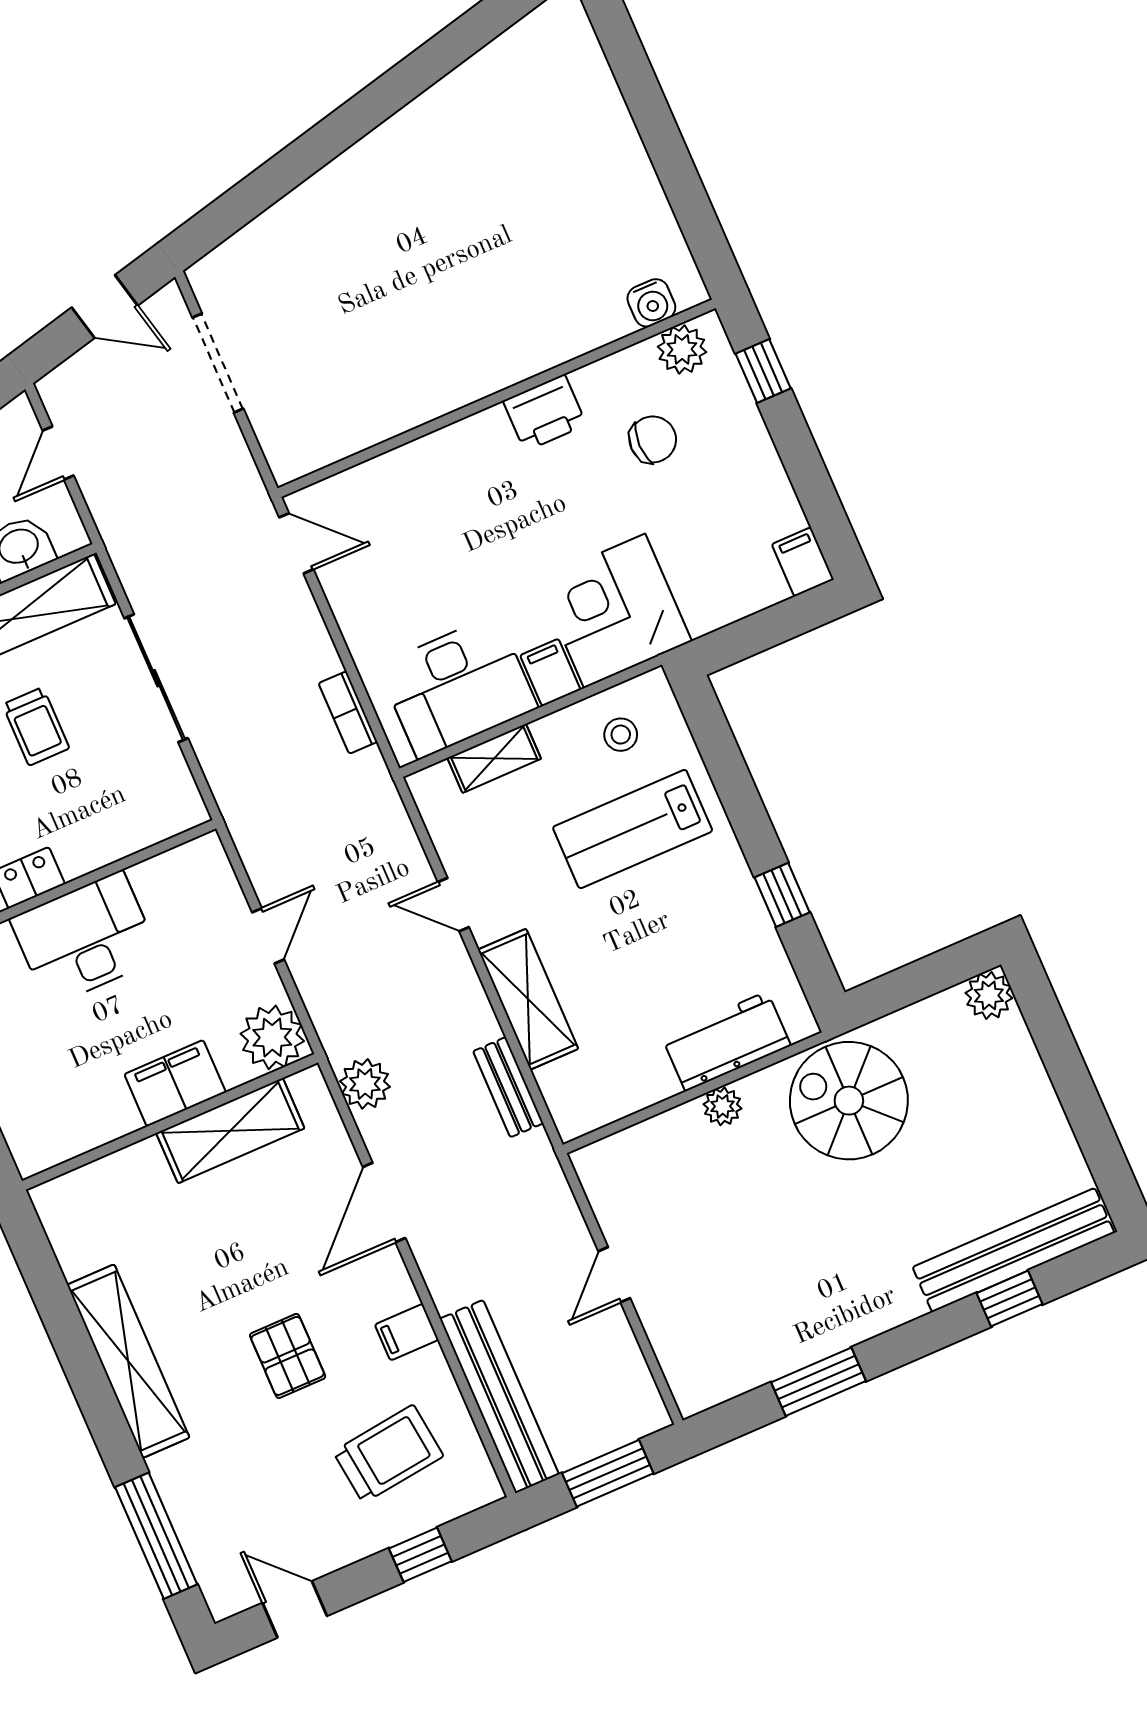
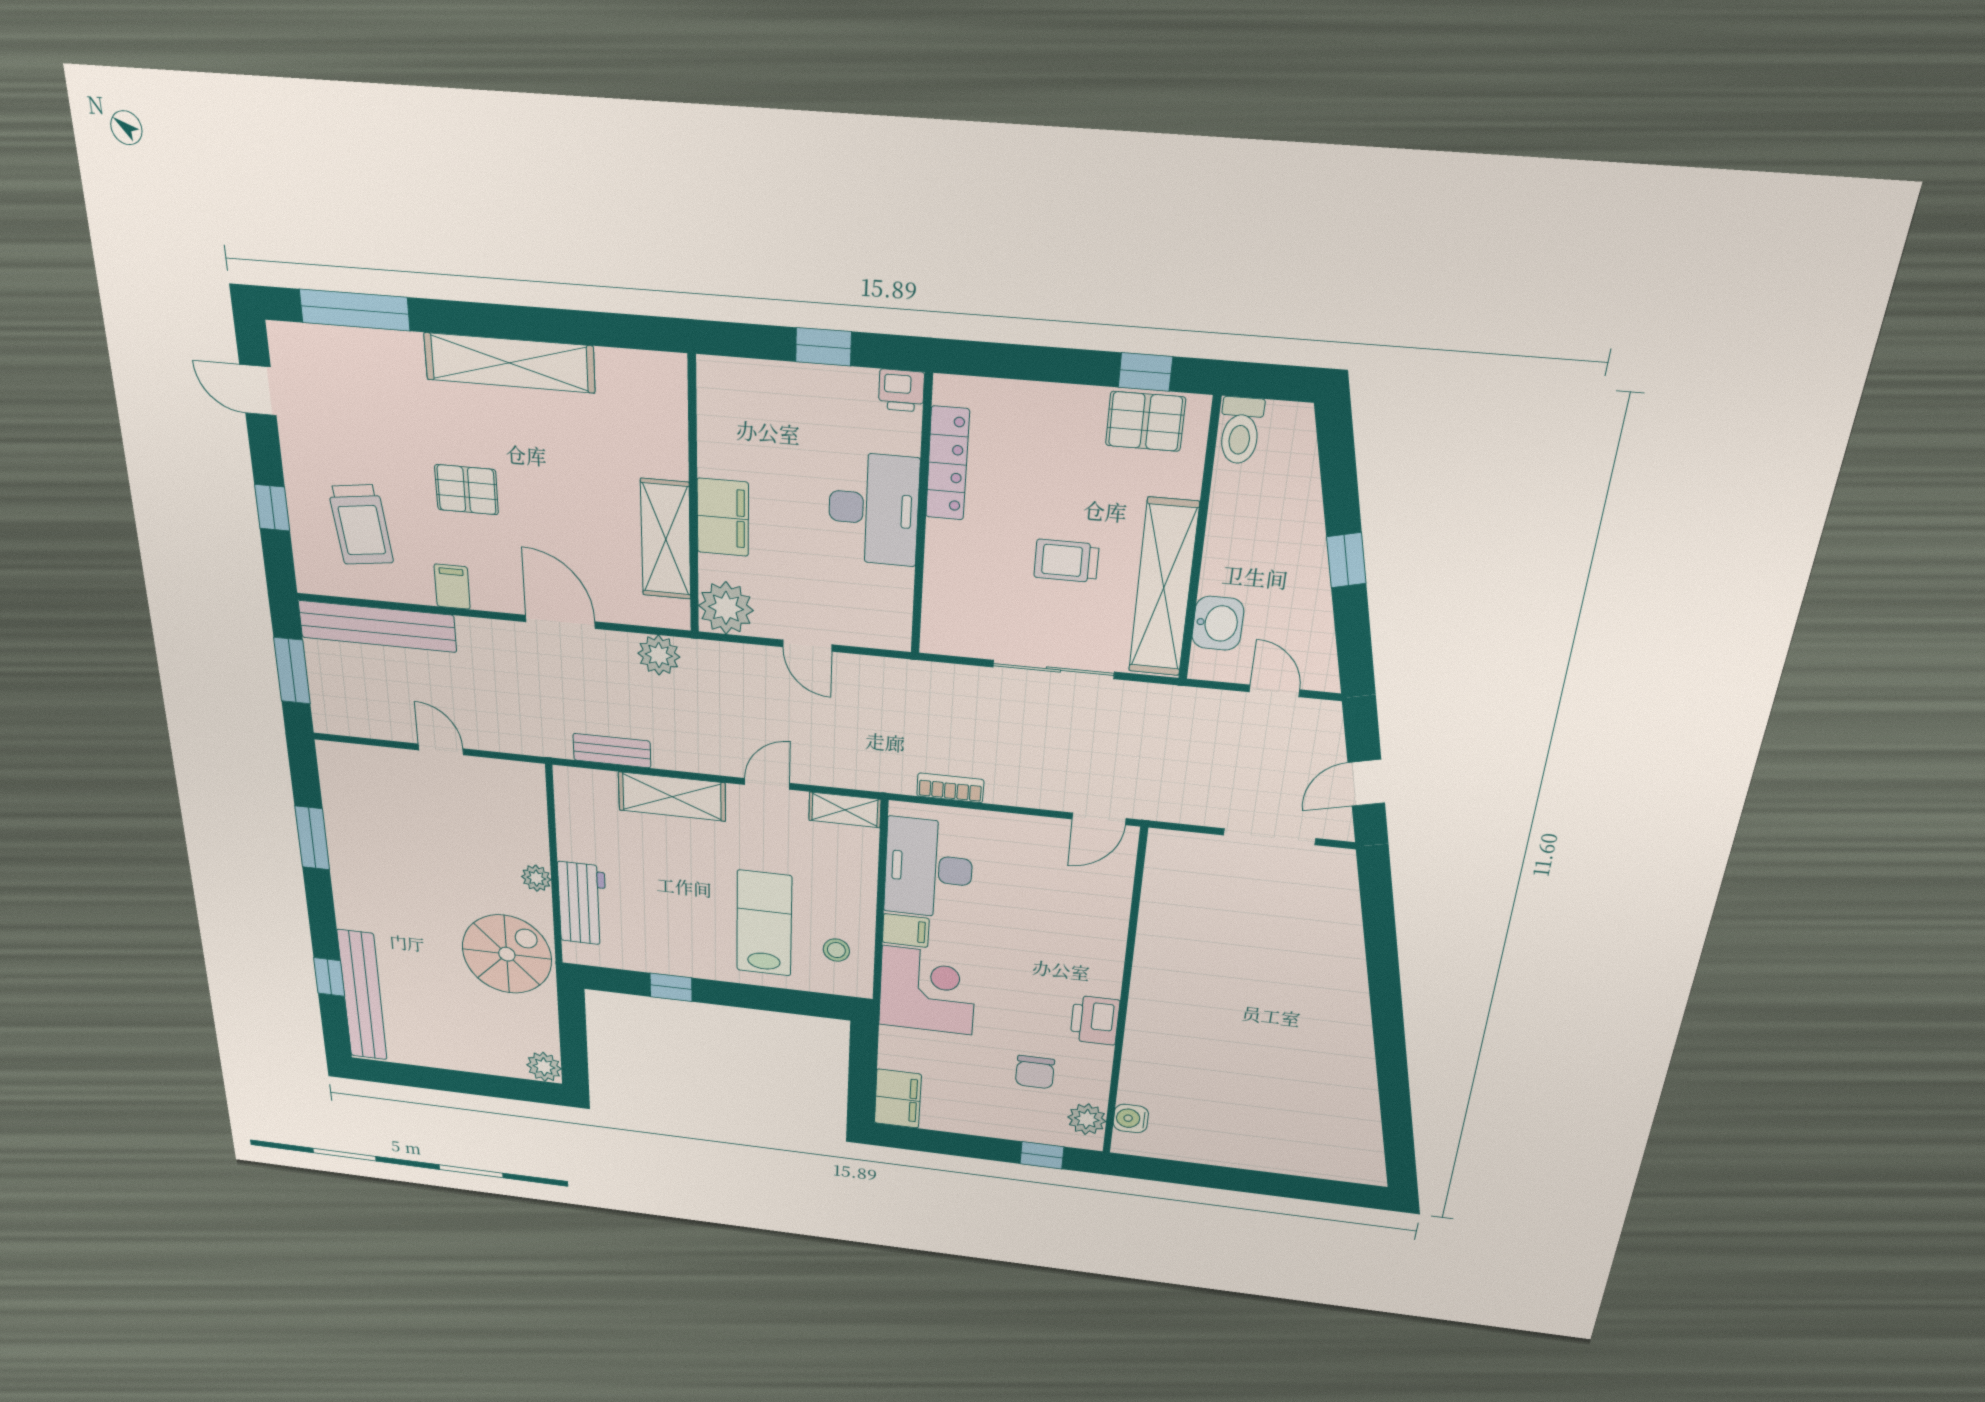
filing cabinet: (803, 562) -> (898, 1099), width x2.00
shelving: (494, 758) -> (845, 810), moved, turned 90
door: (295, 1609) -> (258, 390), swing flipped

